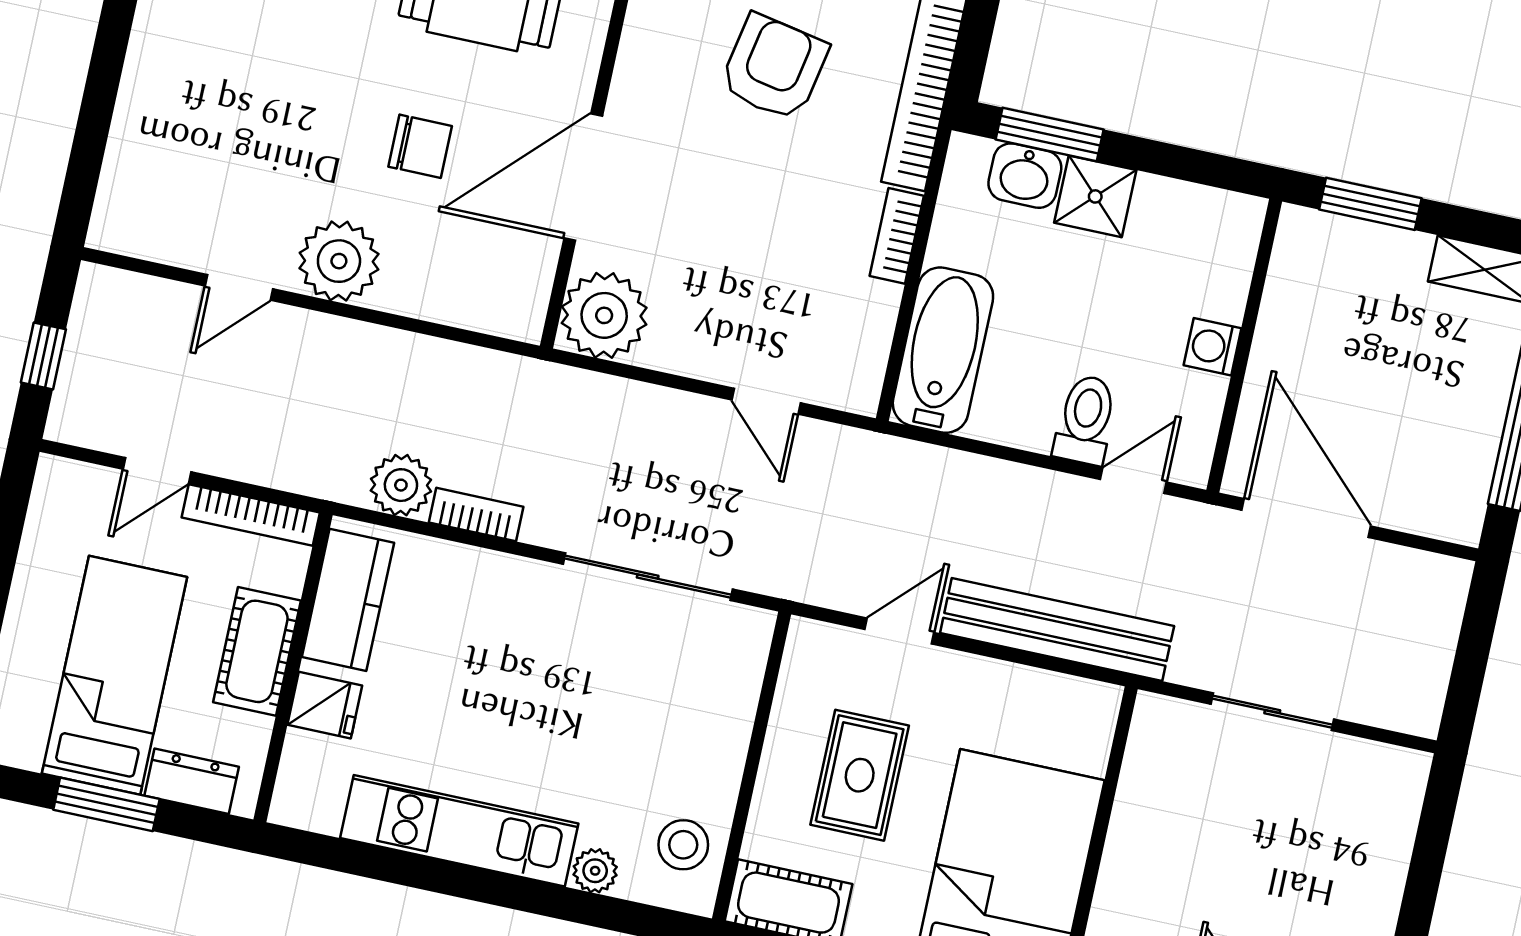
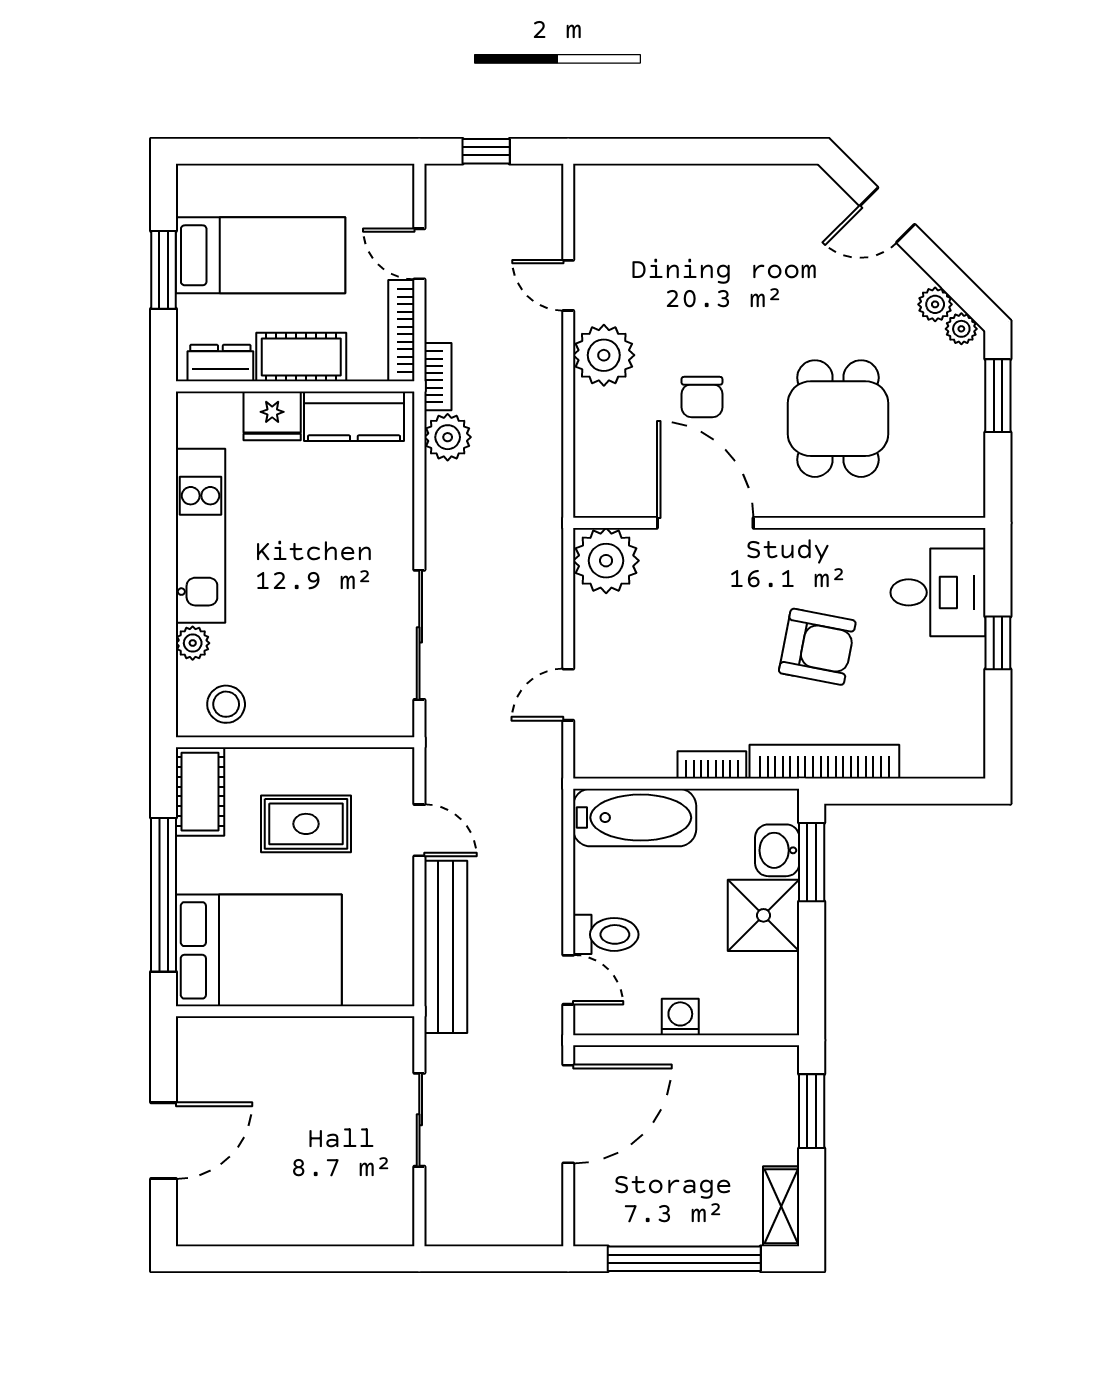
shower: (1095, 196) -> (763, 915), width x1.36, depth x1.36
bookcase: (476, 515) -> (438, 377), moved
fridge: (325, 705) -> (272, 416), width x1.38
dresser: (192, 781) -> (220, 363), moved, turned -90

